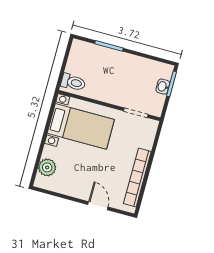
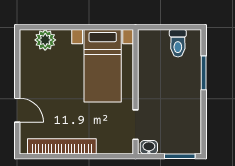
toilet: (73, 82) -> (178, 43), moved
washbasin: (163, 87) -> (149, 147), moved
door: (98, 206) -> (17, 110), hinge flipped

